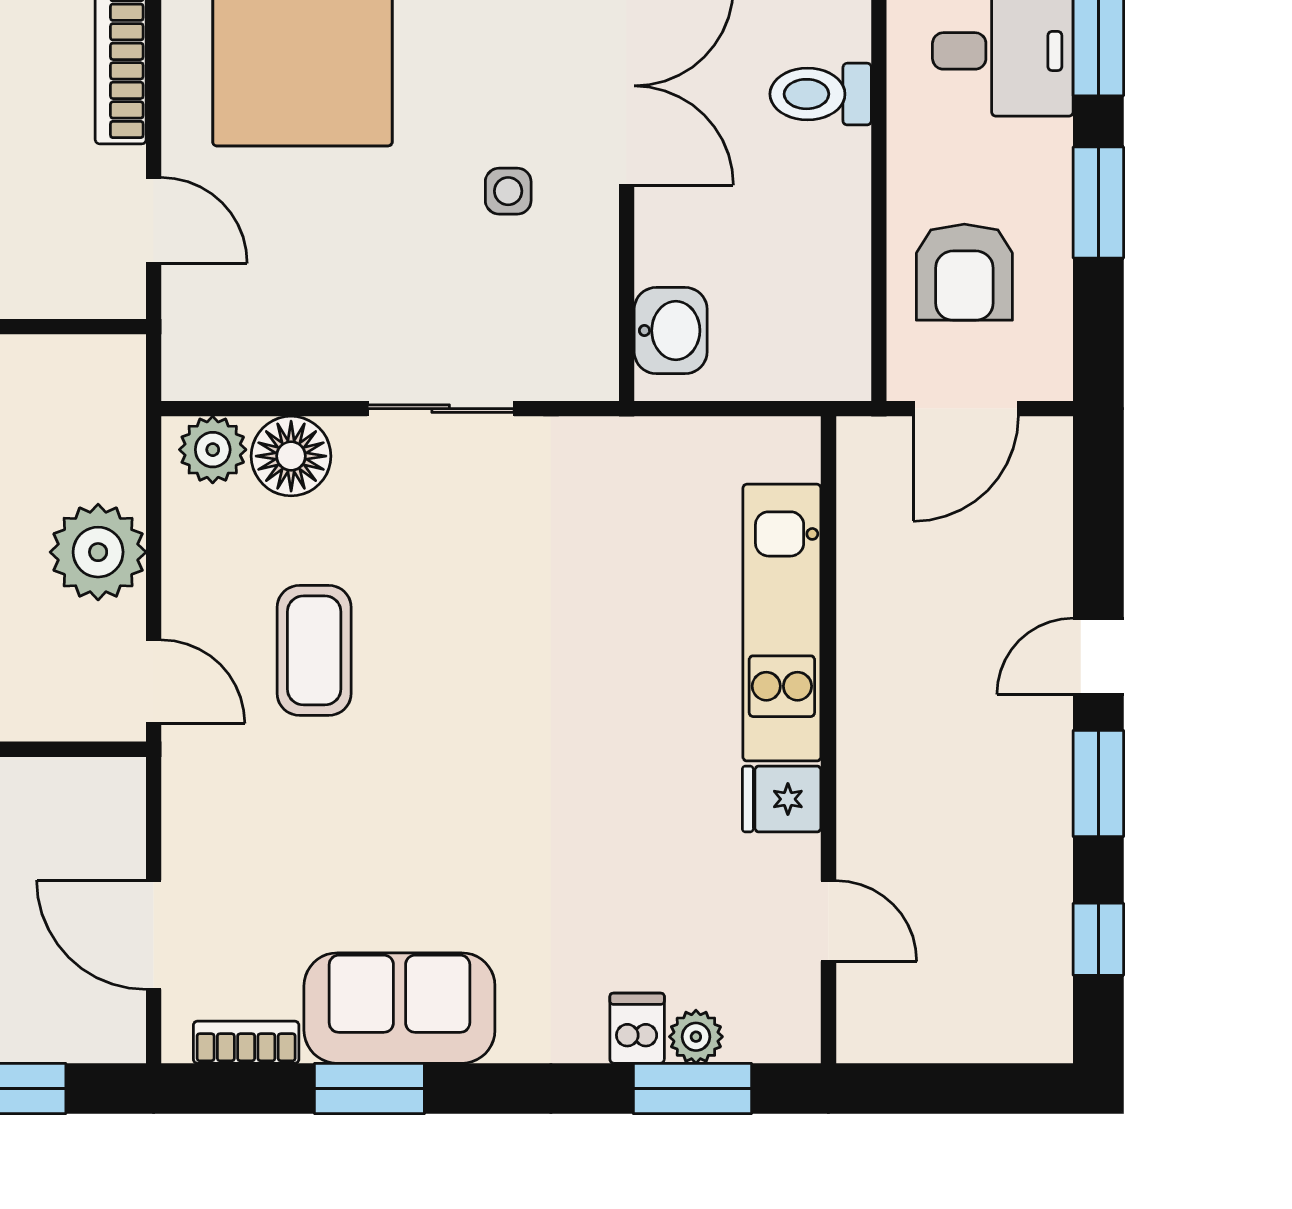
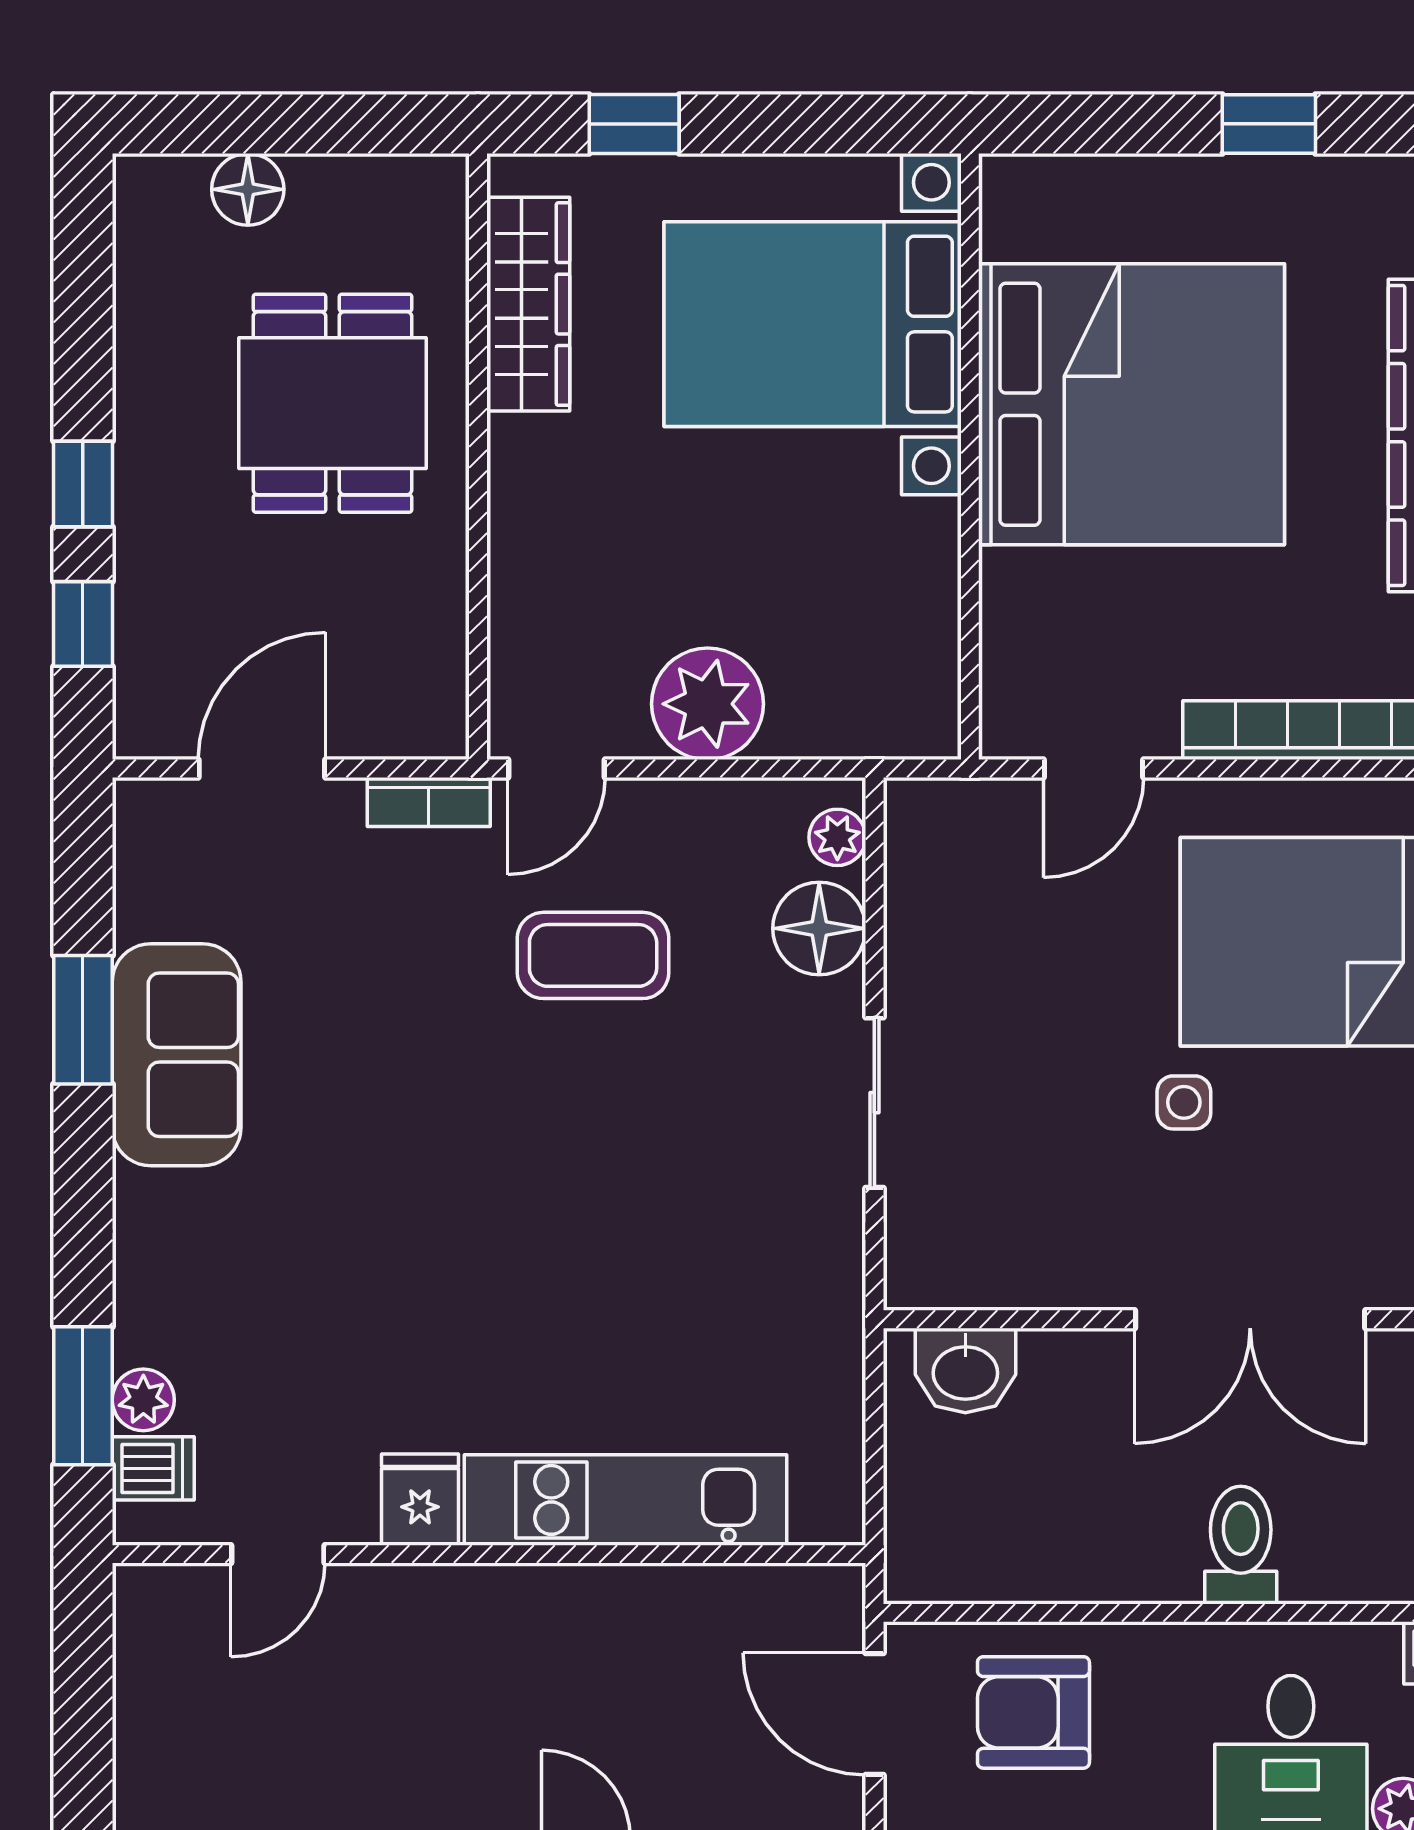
side table: (508, 191) -> (1184, 1102), moved
plant: (213, 450) -> (837, 837), width x0.73, depth x0.73
dishwasher: (637, 1028) -> (153, 1468), moved
bookcase: (246, 1042) -> (429, 802), moved, turned 90

